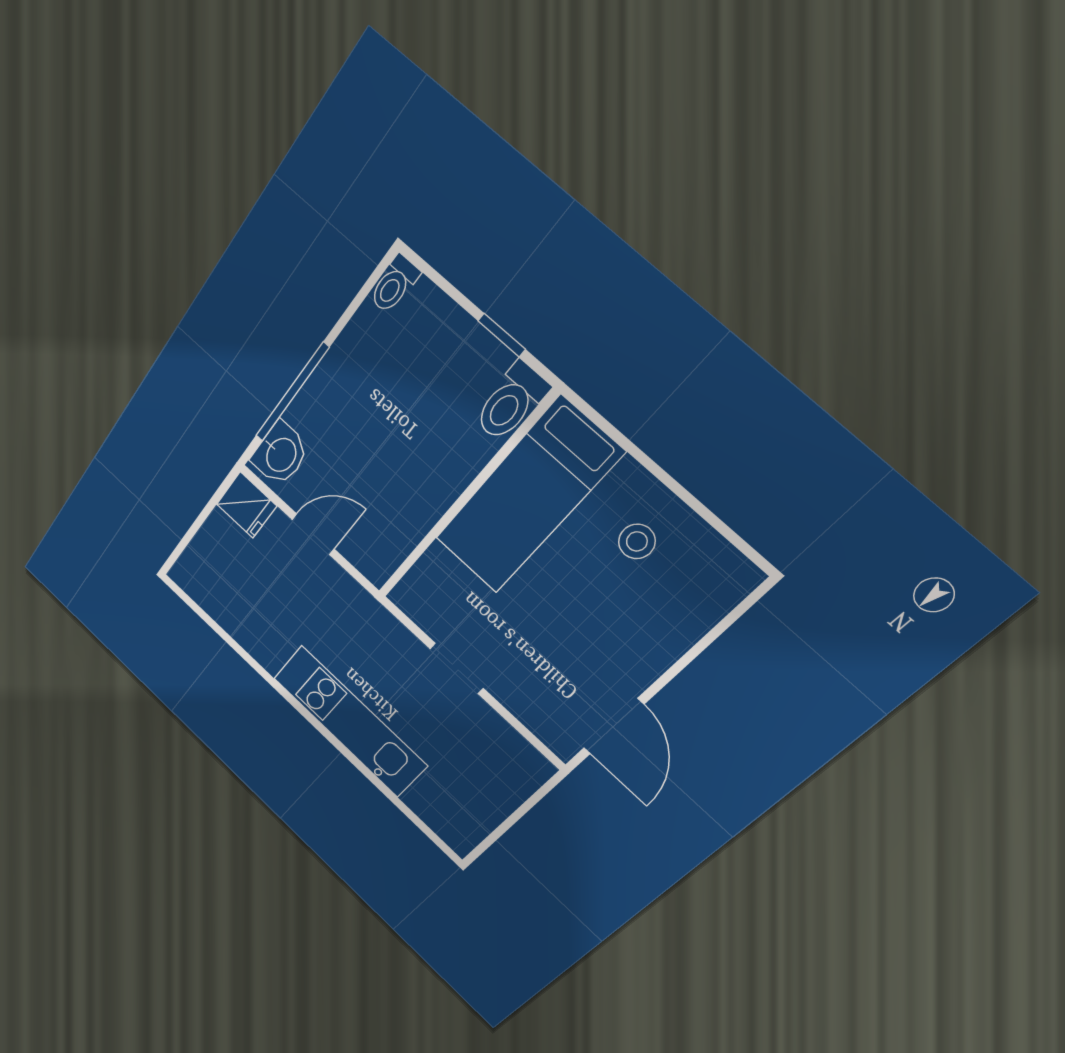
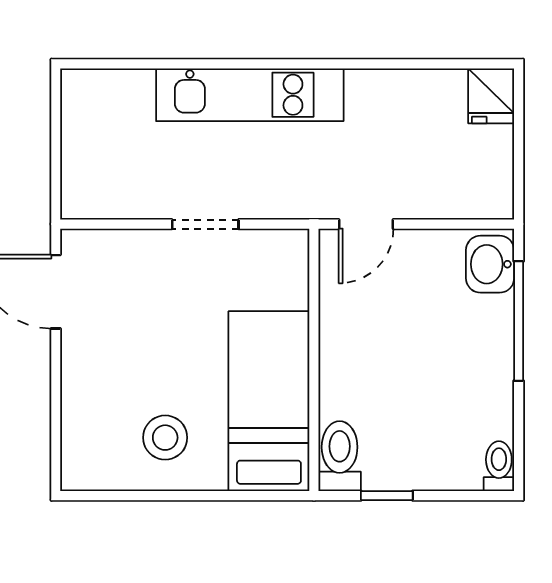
fridge: (246, 505) -> (491, 96), moved, turned -90
door: (313, 534) -> (366, 224), moved
stool: (637, 541) -> (165, 438), width x1.37, depth x1.37

